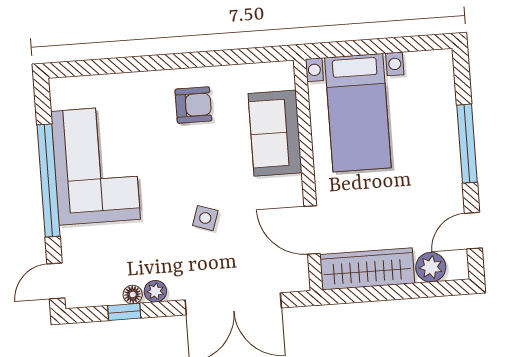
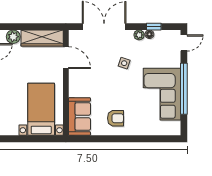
armchair: (193, 105) -> (116, 118), turned 180
sofa: (275, 133) -> (79, 117), moved
side table: (205, 218) -> (124, 63), moved

